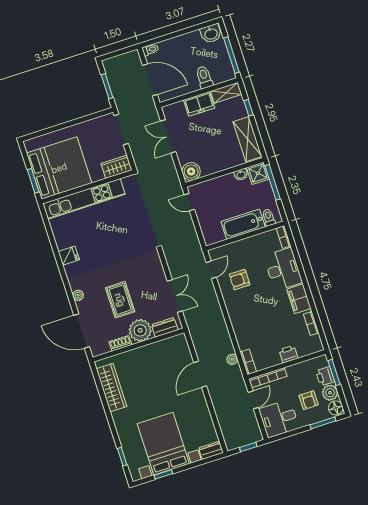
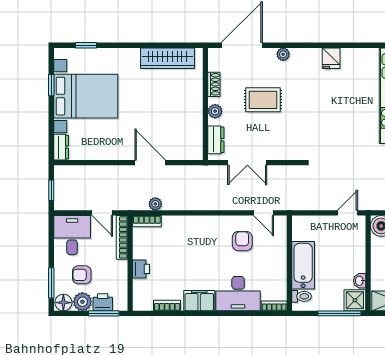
plant: (140, 330) -> (215, 111), width x0.53, depth x0.53

